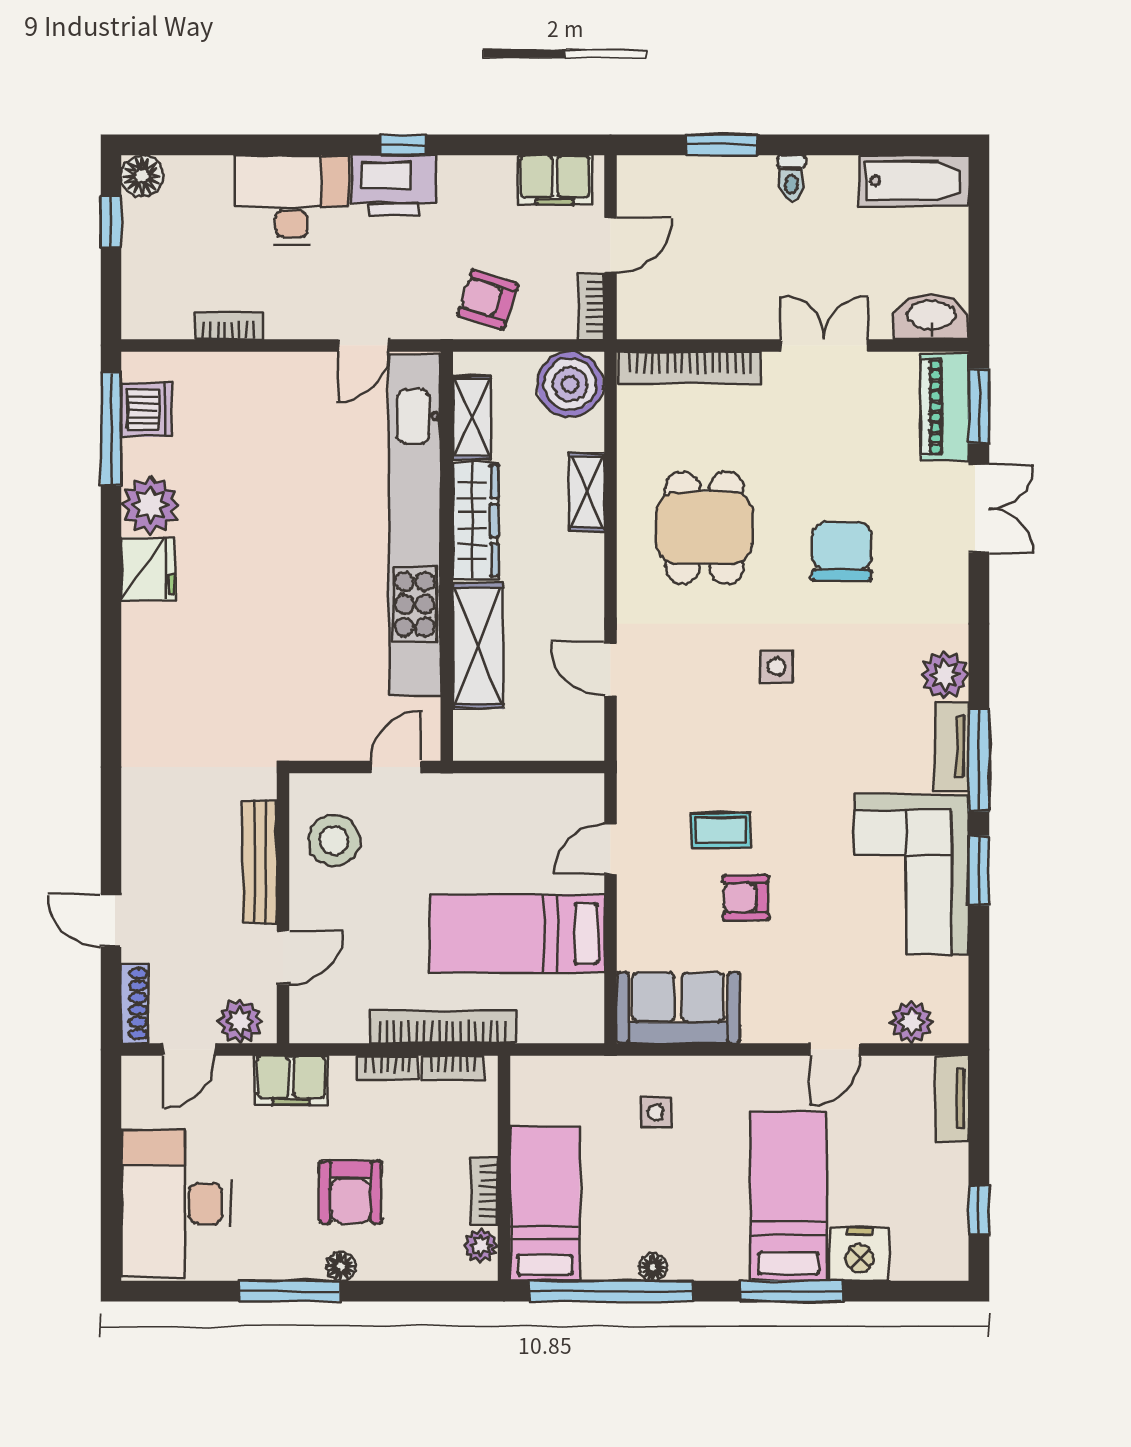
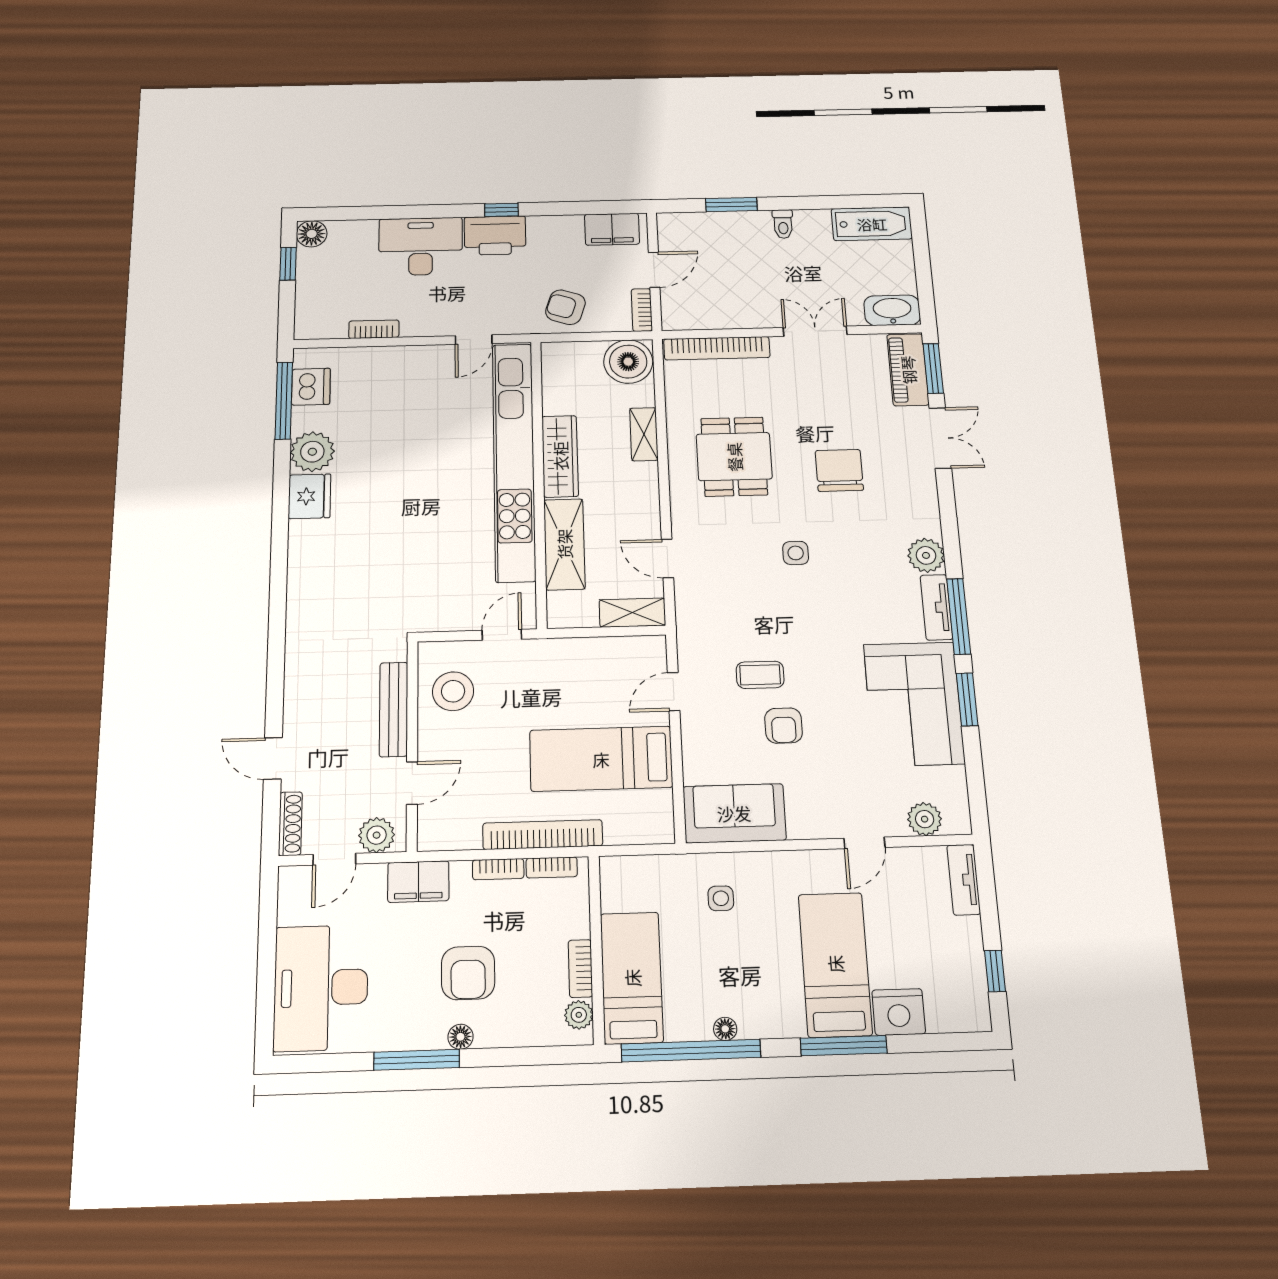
shelving: (472, 417) -> (632, 613), moved, turned 90
armchair: (746, 898) -> (784, 726), turned -90

